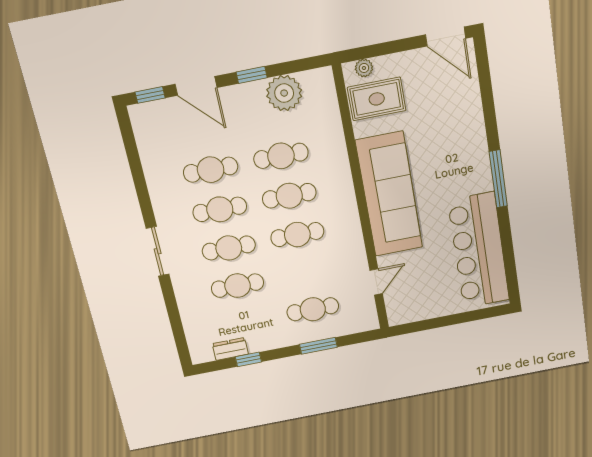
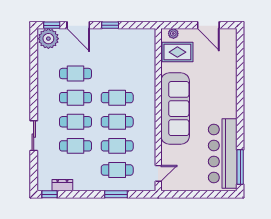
door: (446, 36) -> (208, 25), moved
plant: (284, 93) -> (48, 39), moved
cafe table: (281, 156) -> (117, 146), moved
window: (498, 179) -> (240, 167), moved
sliding door: (158, 251) -> (34, 136), moved
door: (376, 282) -> (158, 173), moved
window: (248, 359) -> (50, 194), moved

